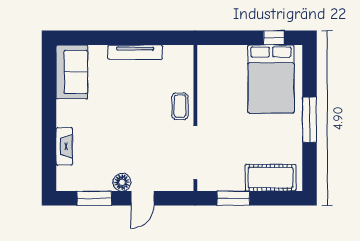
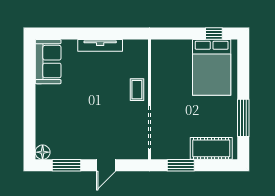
window: (310, 120) -> (243, 118), moved
fireplace: (64, 146) -> (42, 123), removed
floor lamp: (122, 182) -> (43, 152), moved

